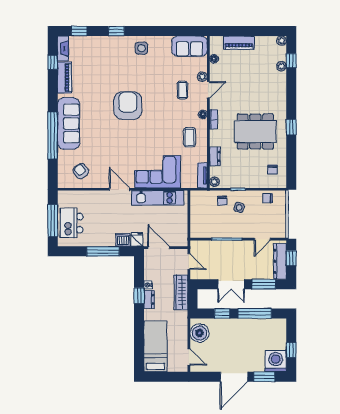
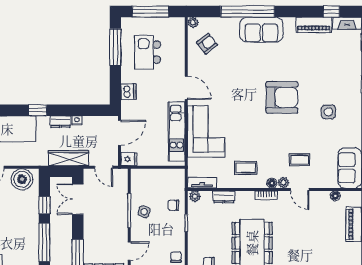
side table: (141, 48) -> (328, 112), moved
plant: (202, 77) -> (283, 183), moved
sofa: (68, 123) -> (261, 30), width x0.73
plant: (62, 183) -> (193, 22), added
door: (119, 189) -> (186, 88), hinge flipped
side table: (239, 207) -> (144, 212), moved
kitchen island: (72, 223) -> (148, 52), moved, turned -90
fridge: (137, 239) -> (129, 159), moved
door: (262, 239) -> (129, 251), swing flipped
window: (103, 251) -> (115, 47), moved
door: (189, 262) -> (104, 167), hinge flipped
double door: (231, 284) -> (78, 199), moved
window: (139, 296) -> (38, 110), moved

